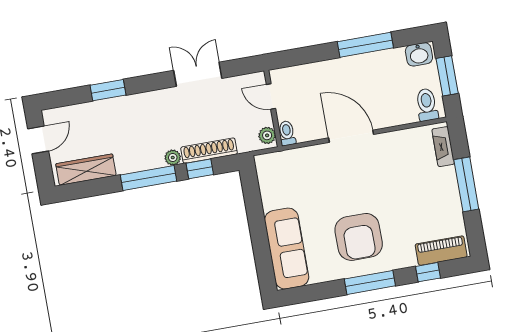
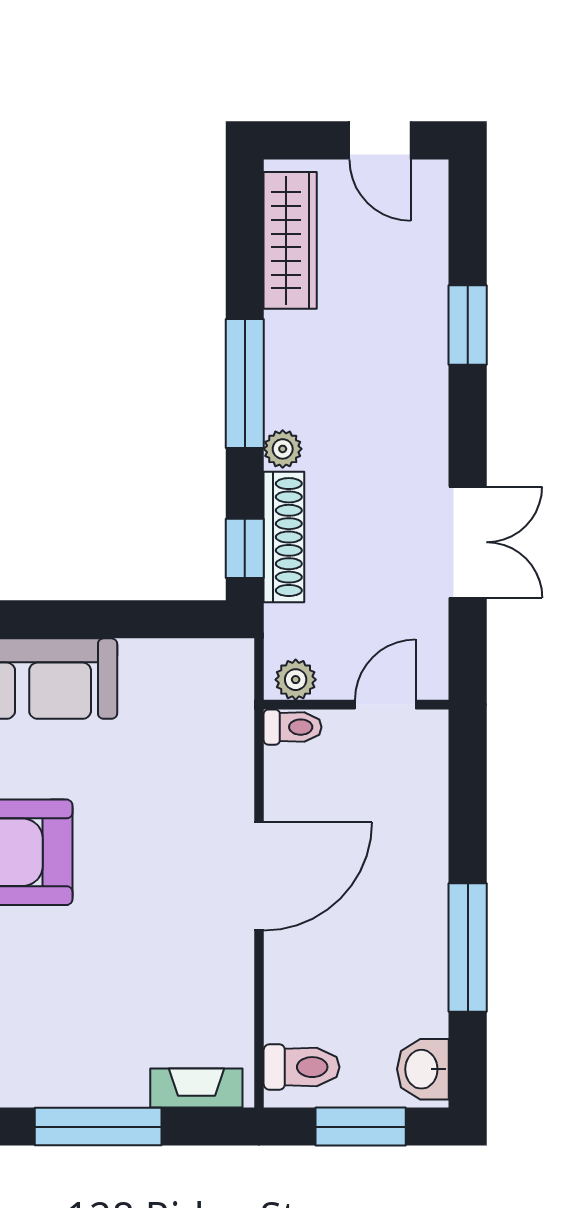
window: (200, 169) -> (245, 548), moved

